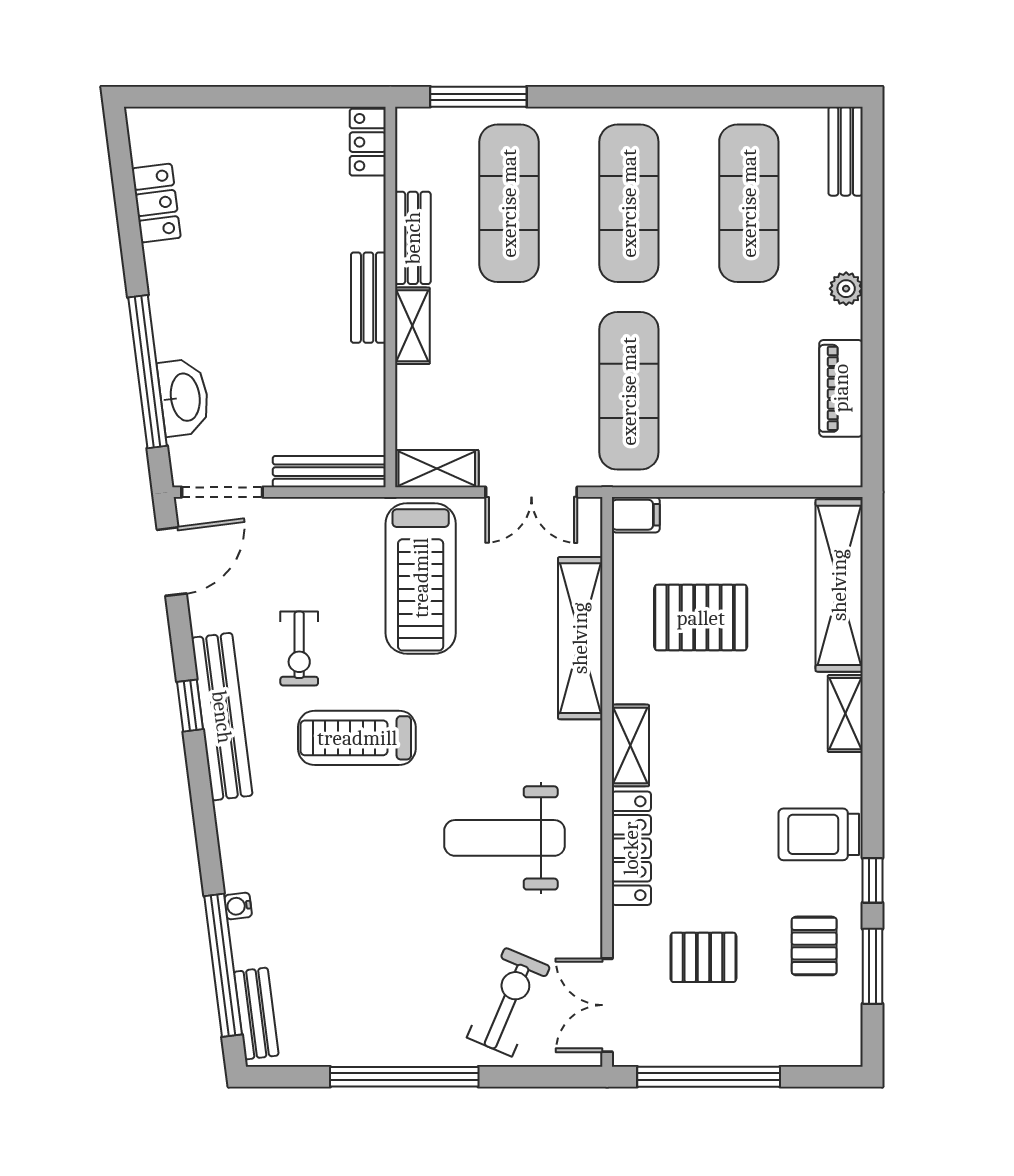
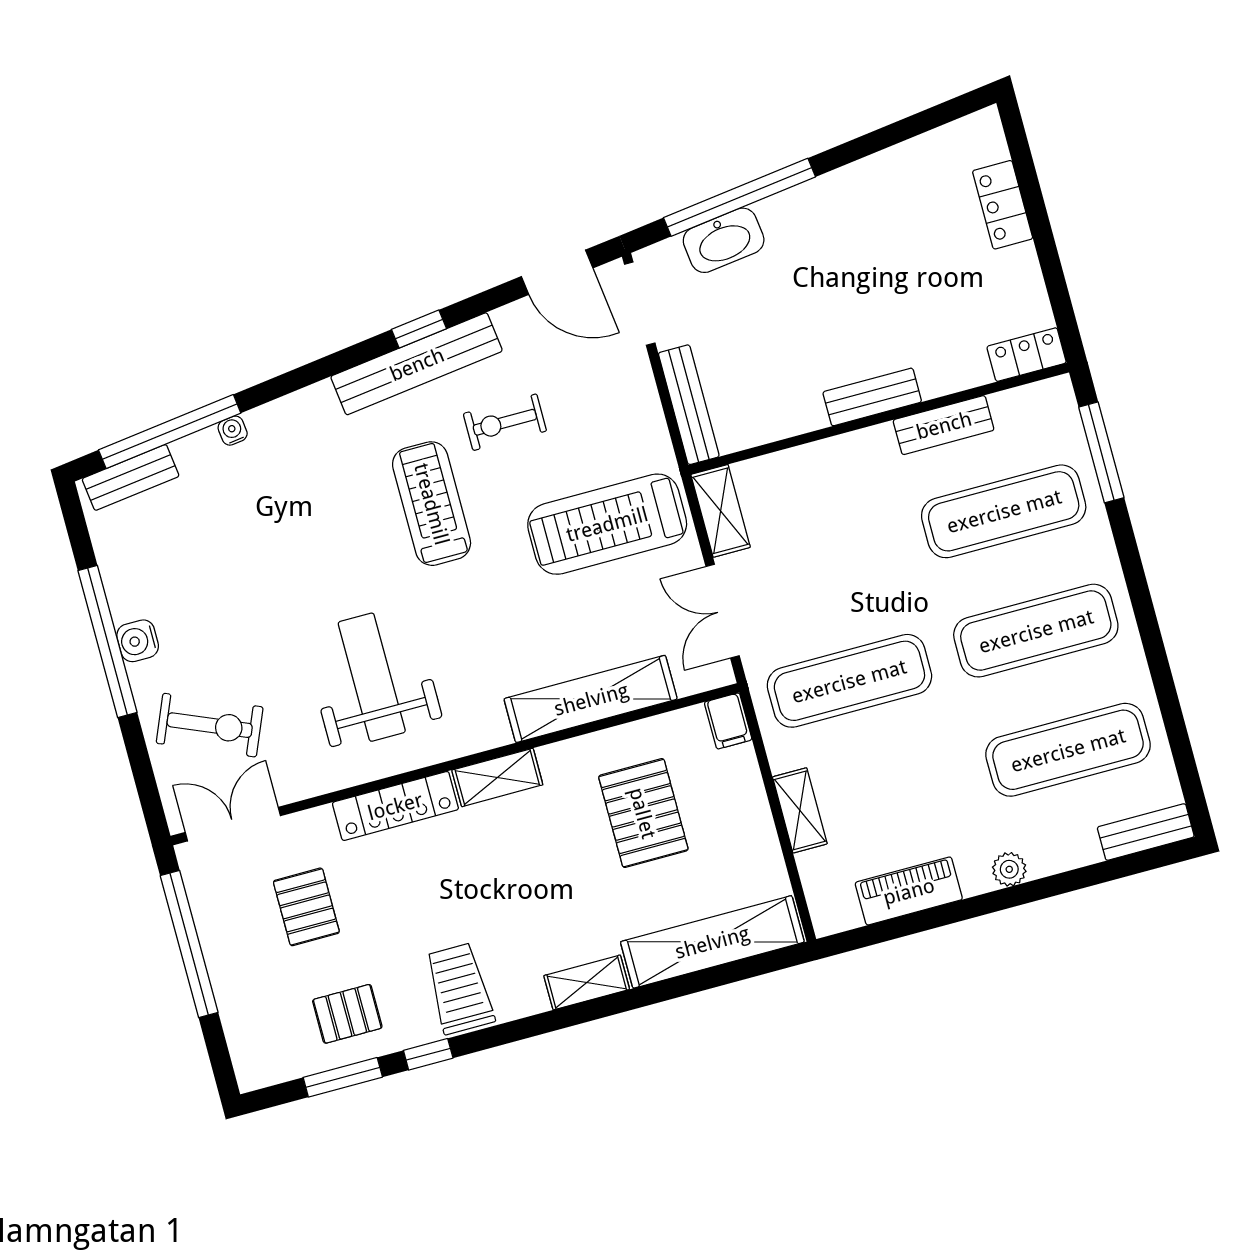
locker: (156, 203) -> (1003, 205), moved, turned 97
shelving: (412, 326) -> (800, 810), moved, turned 90
water cooler: (411, 1048) -> (138, 641), added

